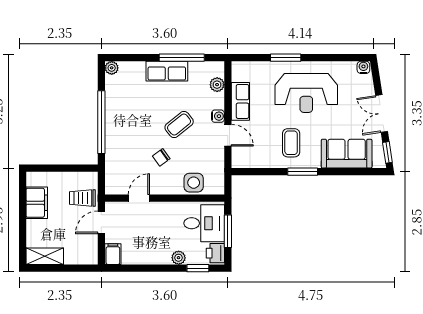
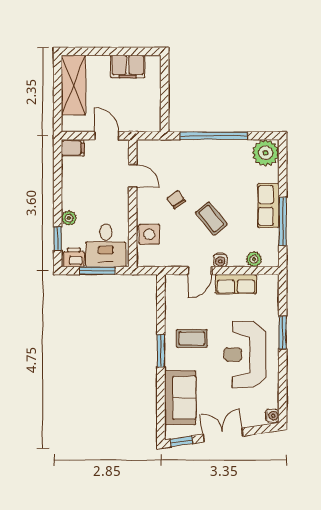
plant: (112, 68) -> (266, 153), width x1.87, depth x1.87
trolley: (82, 198) -> (133, 115), removed
shelving: (45, 256) -> (73, 85), width x1.50, depth x1.33

